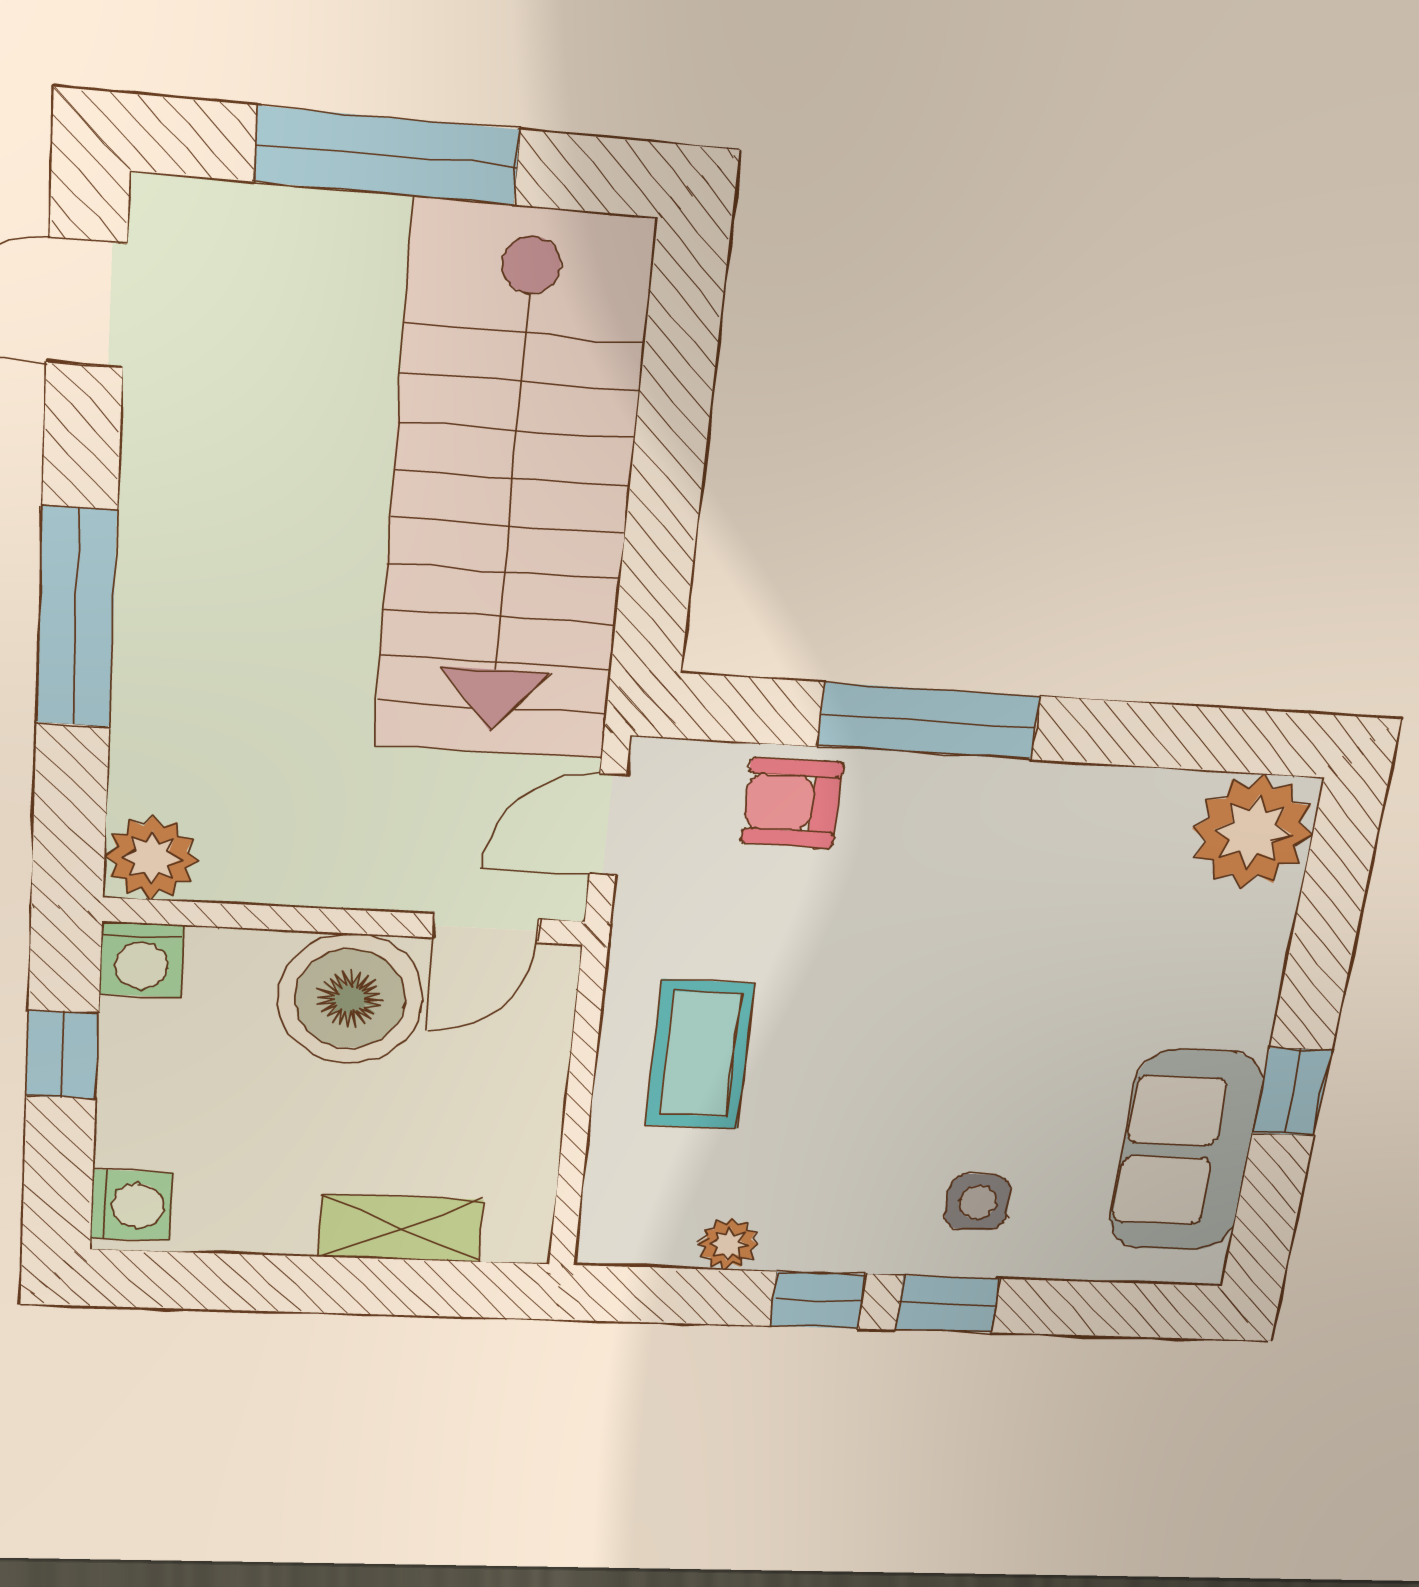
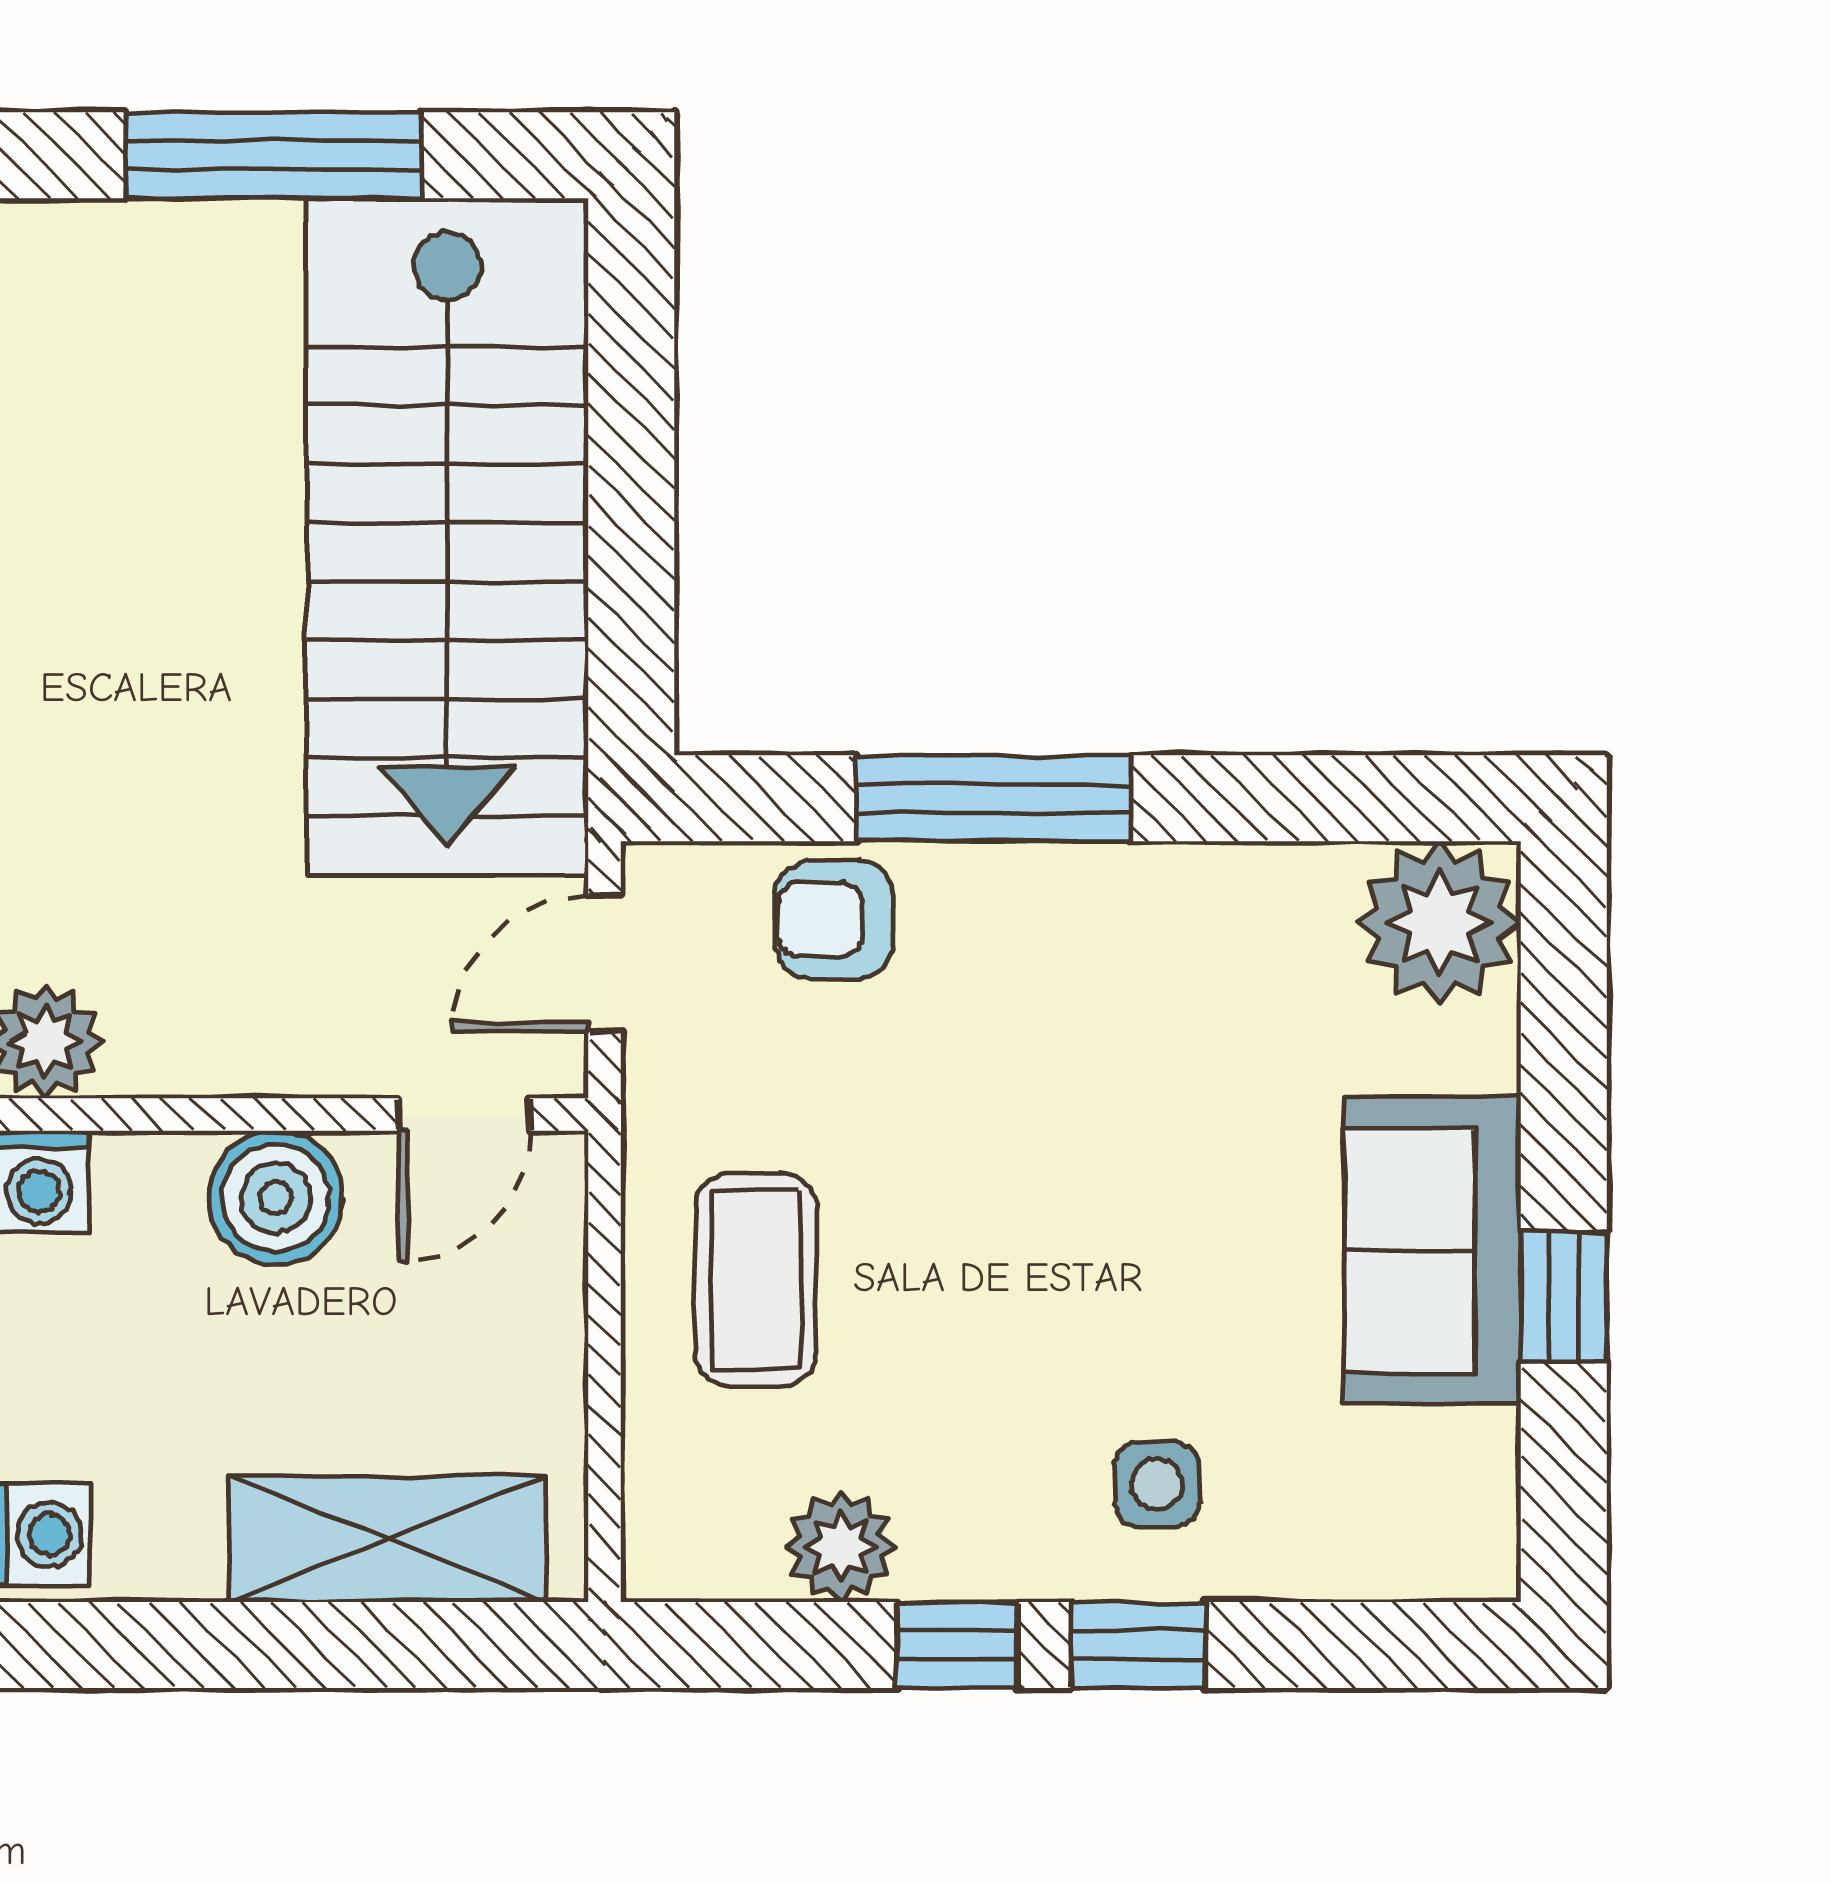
boiler: (350, 999) -> (276, 1198), width x0.73, depth x0.73
sofa: (1186, 1151) -> (1432, 1250), moved
shelving: (401, 1228) -> (388, 1539), width x1.50, depth x1.33
plant: (728, 1244) -> (841, 1547), width x1.38, depth x1.38

